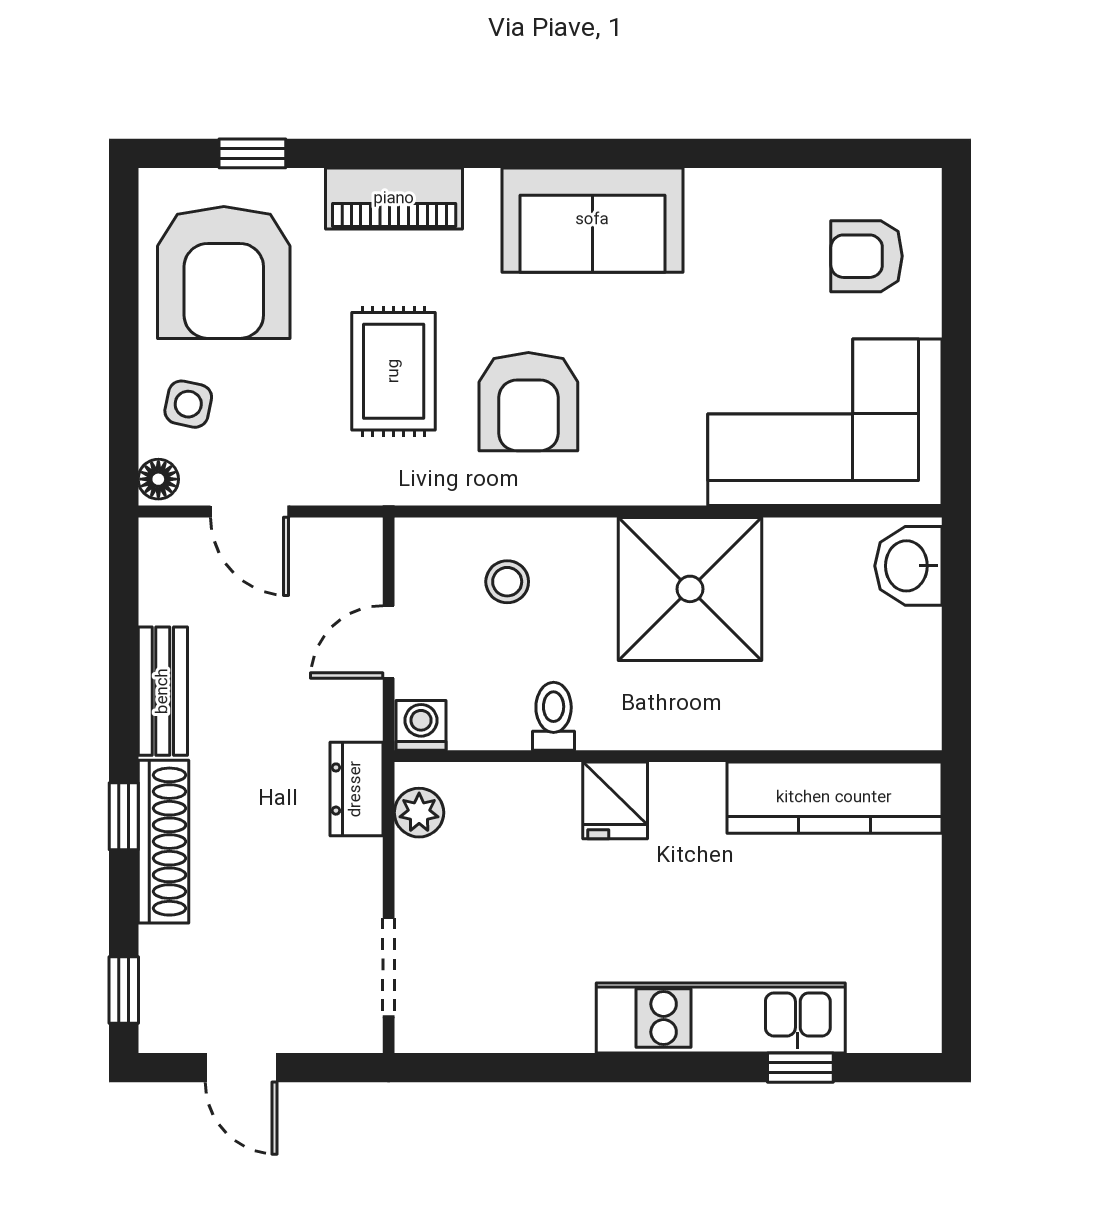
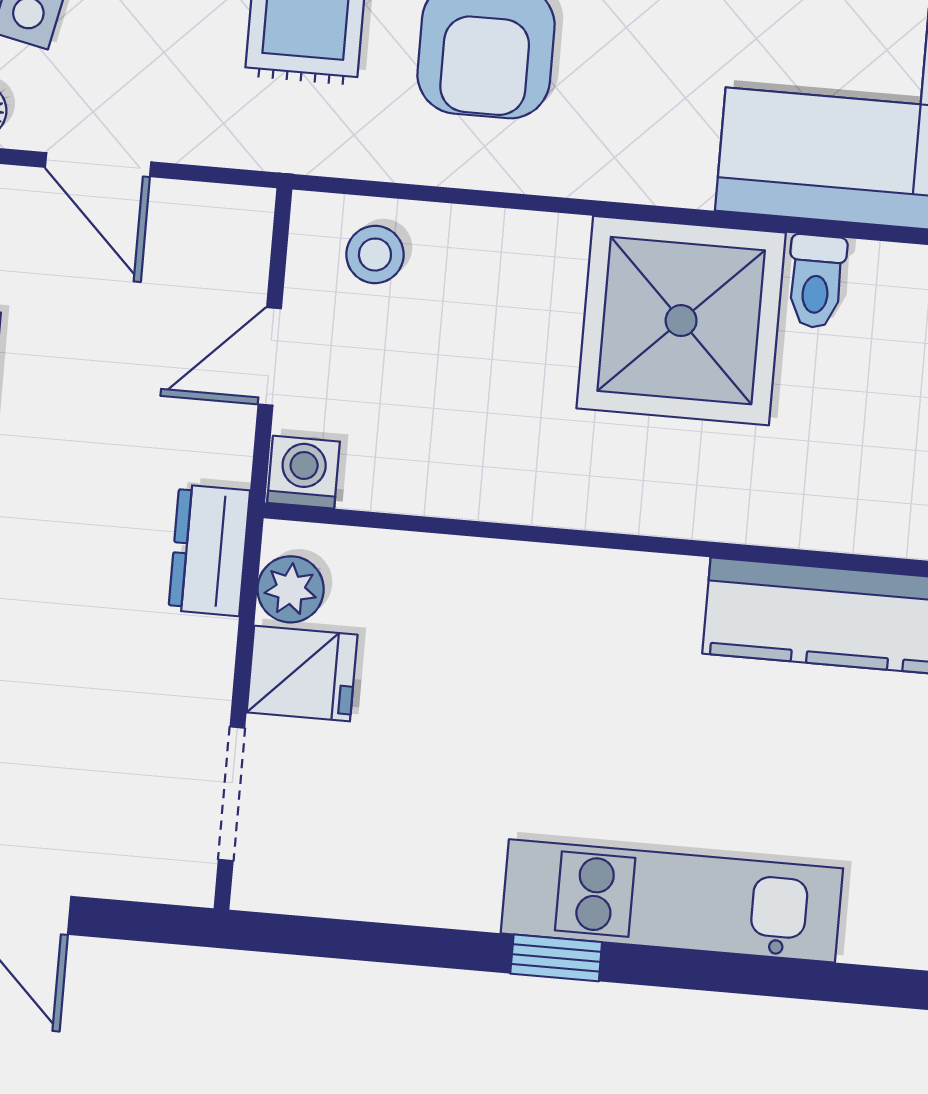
stool: (507, 582) -> (375, 255), moved
toilet: (554, 716) -> (816, 281), moved, turned 180
fridge: (615, 800) -> (302, 674), moved, turned -90
window: (800, 1068) -> (556, 958), moved

